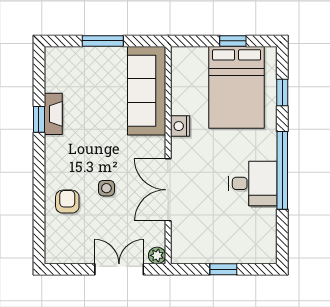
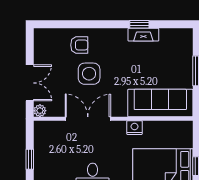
side table: (106, 188) -> (89, 74), width x1.87, depth x1.87

